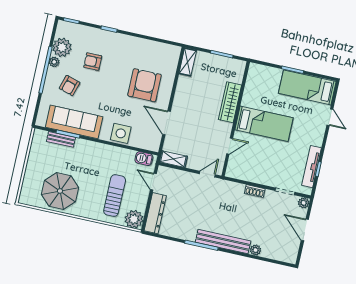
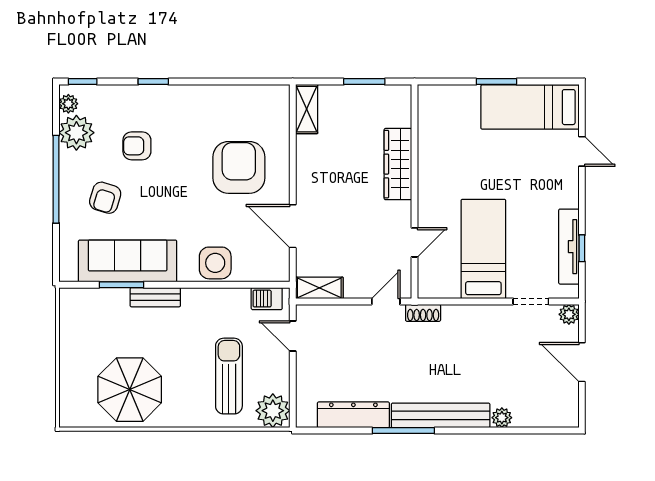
plant: (54, 62) -> (68, 104), moved
bed: (264, 124) -> (483, 249), moved, turned -90
bench: (61, 139) -> (155, 297), moved
shoe rack: (255, 191) -> (423, 313), moved
dresser: (155, 213) -> (353, 415), moved, turned -90

